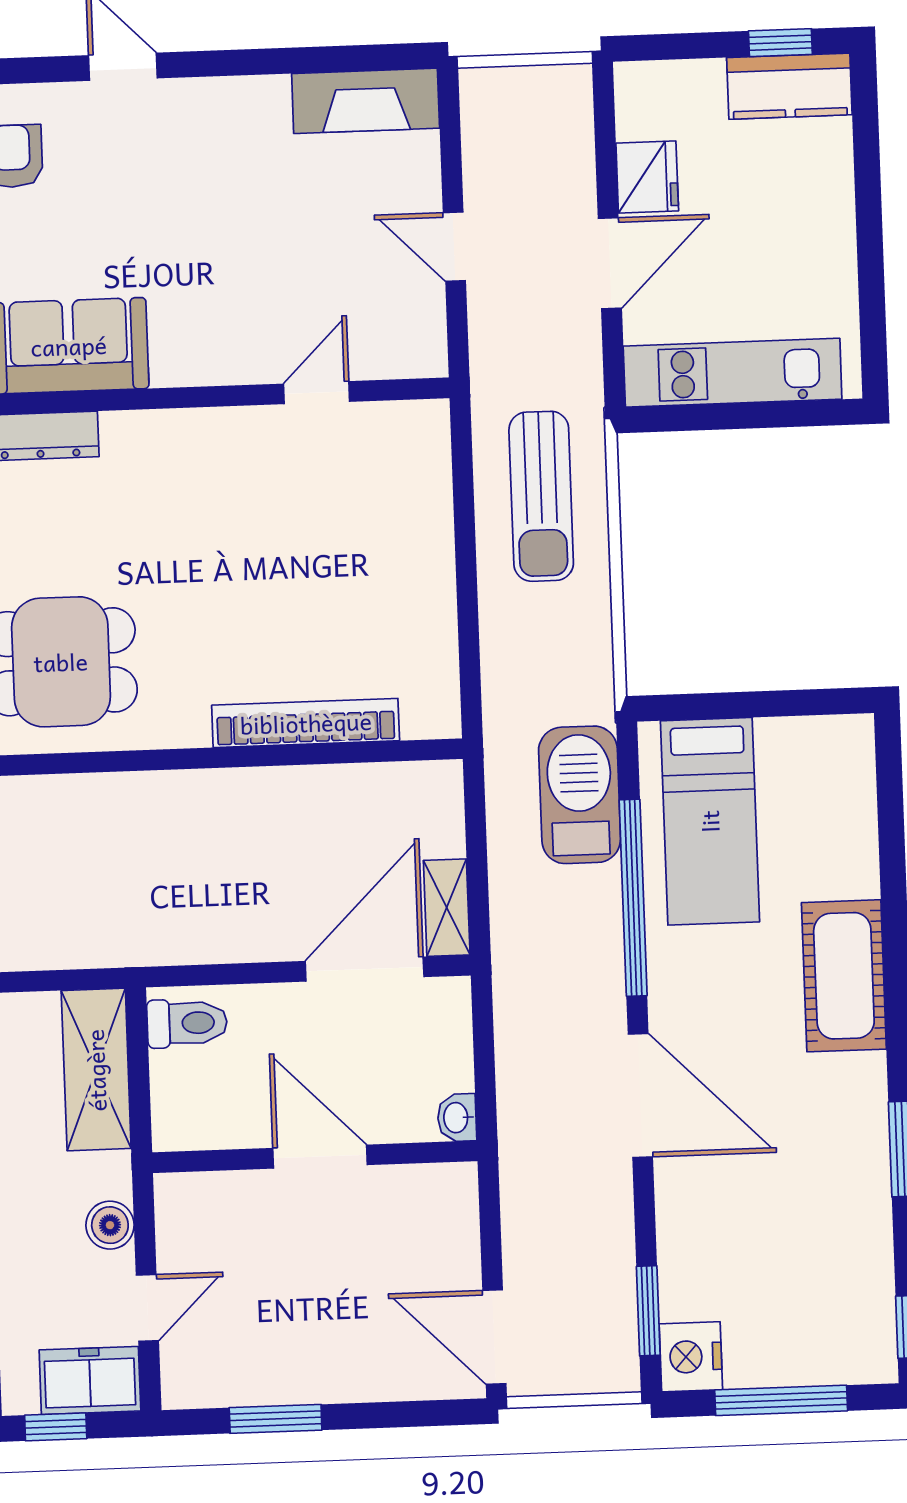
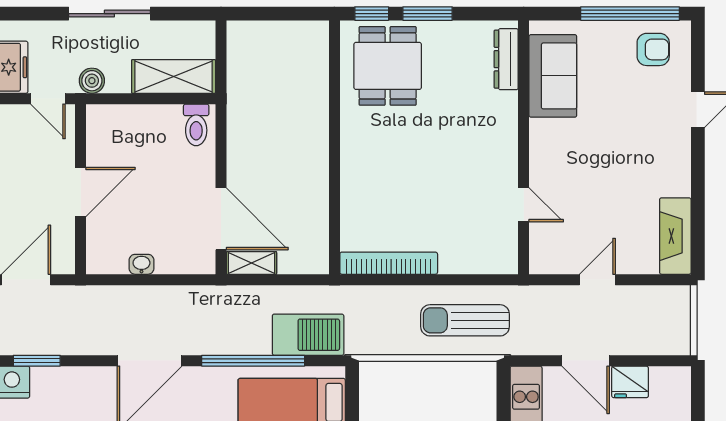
bookcase: (306, 723) -> (389, 263), moved, turned -90
wall: (315, 1157) -> (81, 189), moved
door: (320, 1157) -> (81, 192), moved

